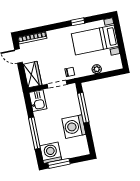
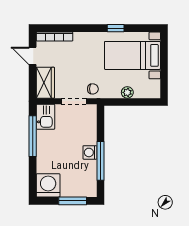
window: (83, 108) -> (101, 161), moved
washing machine: (74, 127) -> (90, 152), width x0.53, depth x0.53
window: (34, 133) -> (33, 136), moved
window: (59, 163) -> (73, 201), moved

